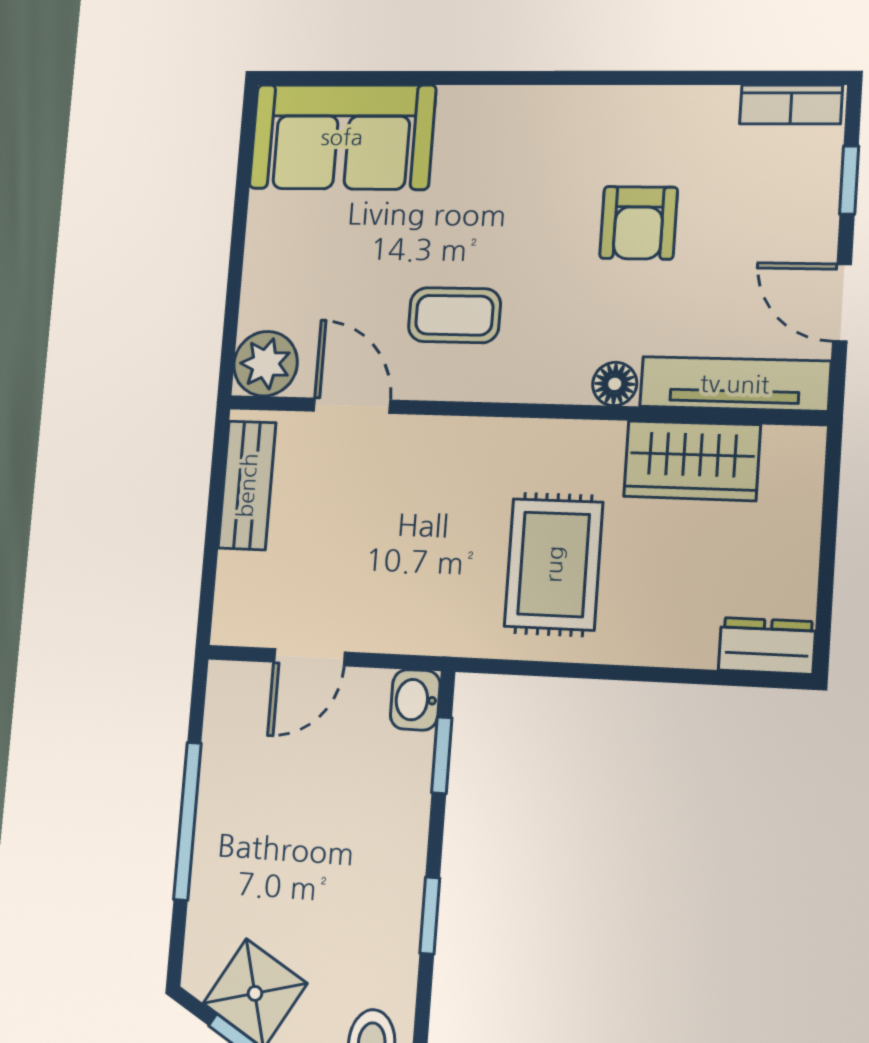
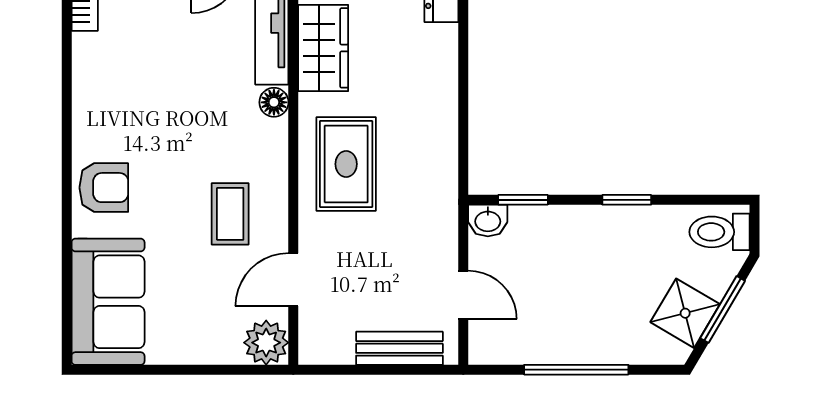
armchair: (639, 223) -> (104, 188), moved
bench: (247, 485) -> (399, 348), moved
rug: (554, 564) -> (346, 164), moved, turned 90

